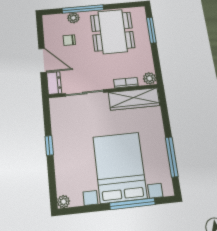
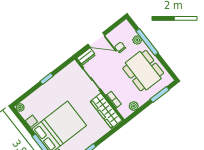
dining table: (113, 31) -> (143, 71), turned 90
door: (43, 60) -> (96, 40), hinge flipped
plant: (150, 78) -> (134, 106), moved

